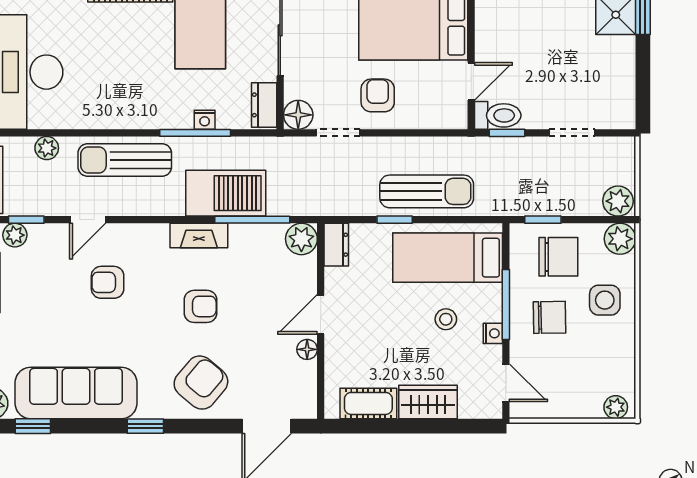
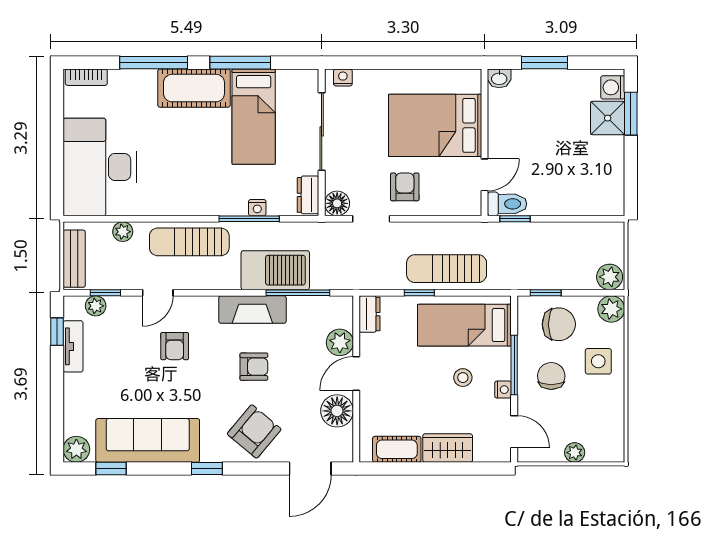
doorway: (572, 133) -> (570, 219), removed
sun lounger: (427, 191) -> (447, 269), turned 180
fireplace: (199, 236) -> (252, 310), width x1.37, depth x1.32
plant: (301, 239) -> (340, 342), moved
armchair: (108, 282) -> (175, 346), turned -90
chair: (550, 317) -> (551, 376), turned -89
floor lamp: (307, 349) -> (337, 411), width x1.89, depth x1.89
plant: (616, 407) -> (575, 453), moved

